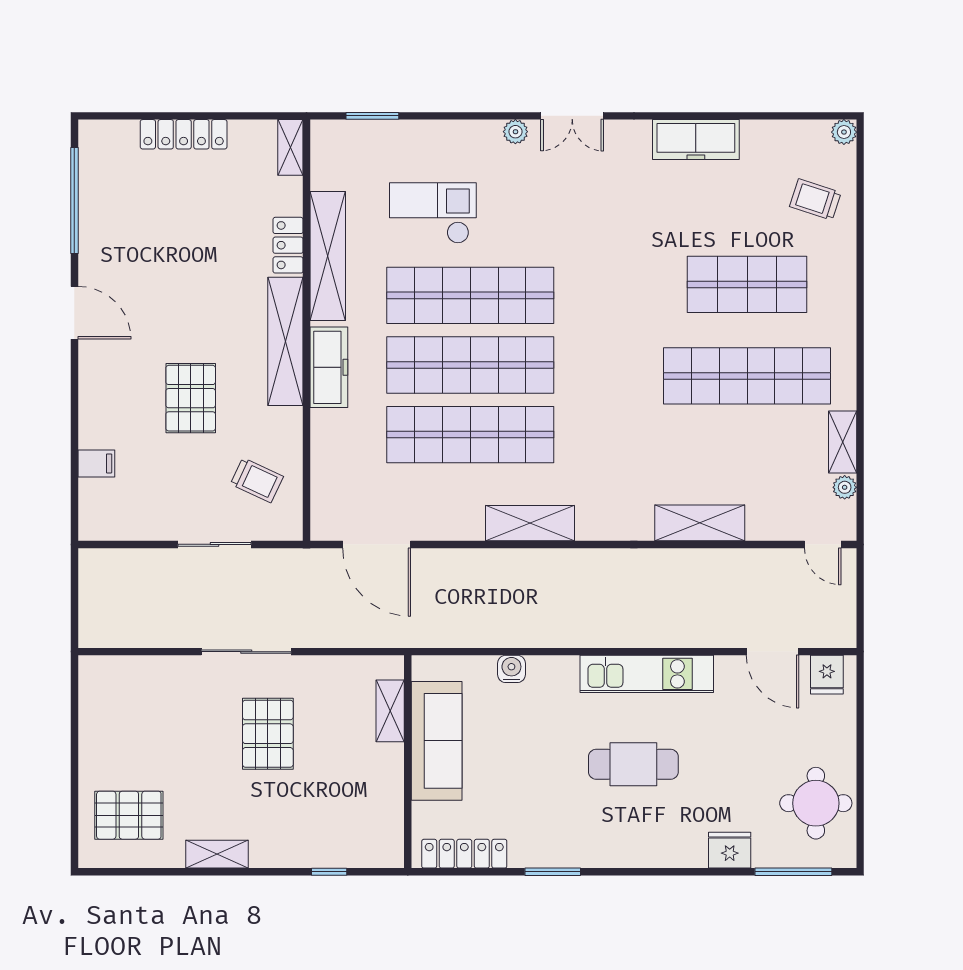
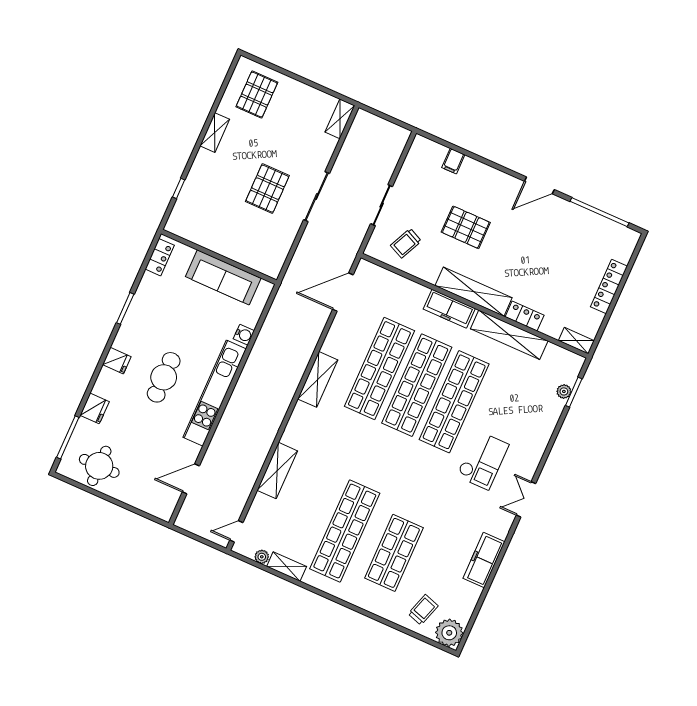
plant: (515, 132) -> (564, 391), moved
plant: (844, 132) -> (449, 633), width x1.87, depth x1.87
checkout: (433, 213) -> (483, 460), moved
kitchen unit: (647, 674) -> (215, 393), width x1.36
fridge: (827, 675) -> (117, 361), moved, turned 180
shelving: (390, 711) -> (340, 119), moved, turned 90
pallet: (268, 734) -> (267, 189), turned 90
locker: (464, 854) -> (160, 257), width x0.66

